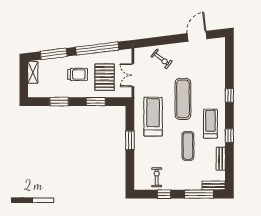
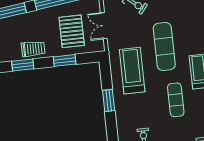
trolley: (78, 74) -> (33, 49), moved

